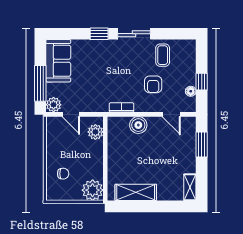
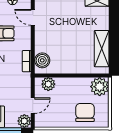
door: (171, 114) -> (33, 17), swing flipped
boiler: (138, 125) -> (42, 60), moved
chair: (63, 174) -> (85, 113), width x1.87, depth x1.87

